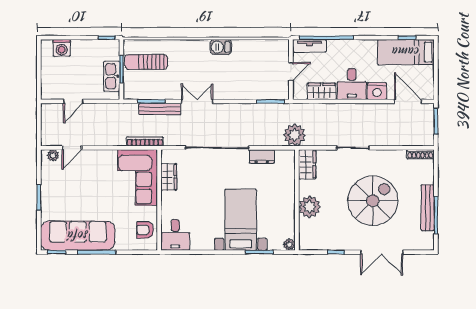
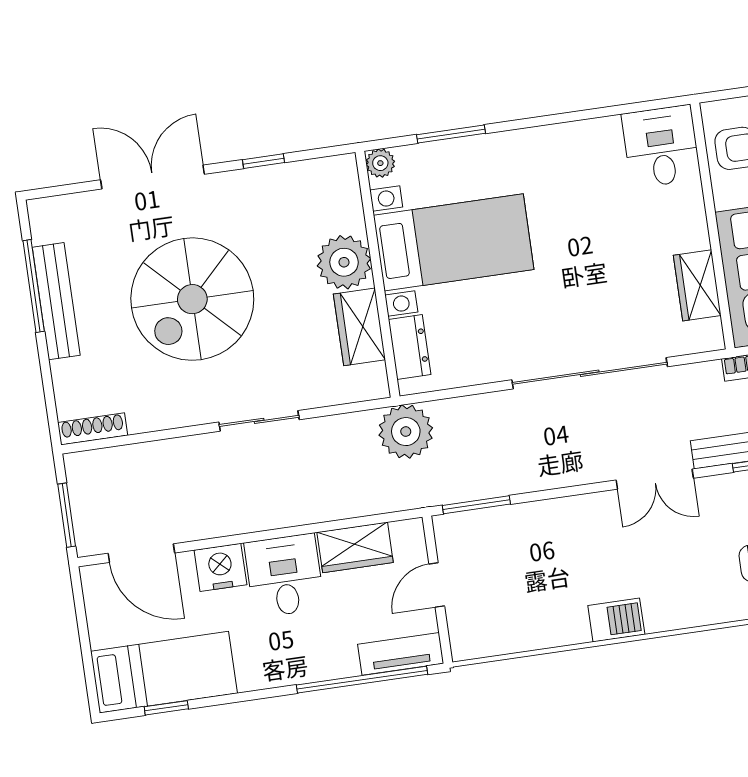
dresser: (262, 157) -> (410, 347), moved, turned 90
wardrobe: (307, 164) -> (359, 327), moved
bed with nightstands: (241, 220) -> (454, 242), moved, turned -90

